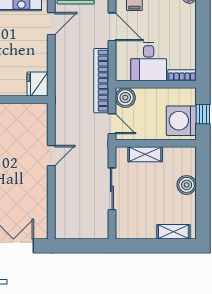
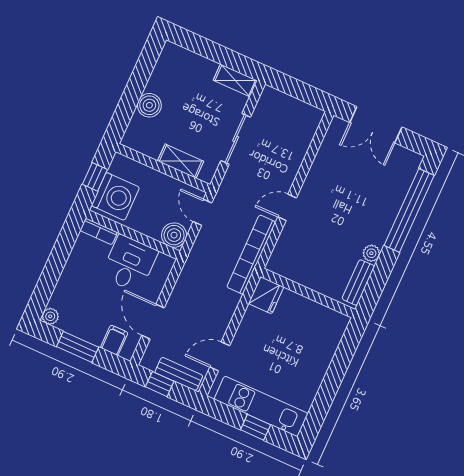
bookcase: (101, 81) -> (251, 255), moved, turned 180
washing machine: (181, 121) -> (115, 196), moved
shelving: (173, 232) -> (235, 80), moved

